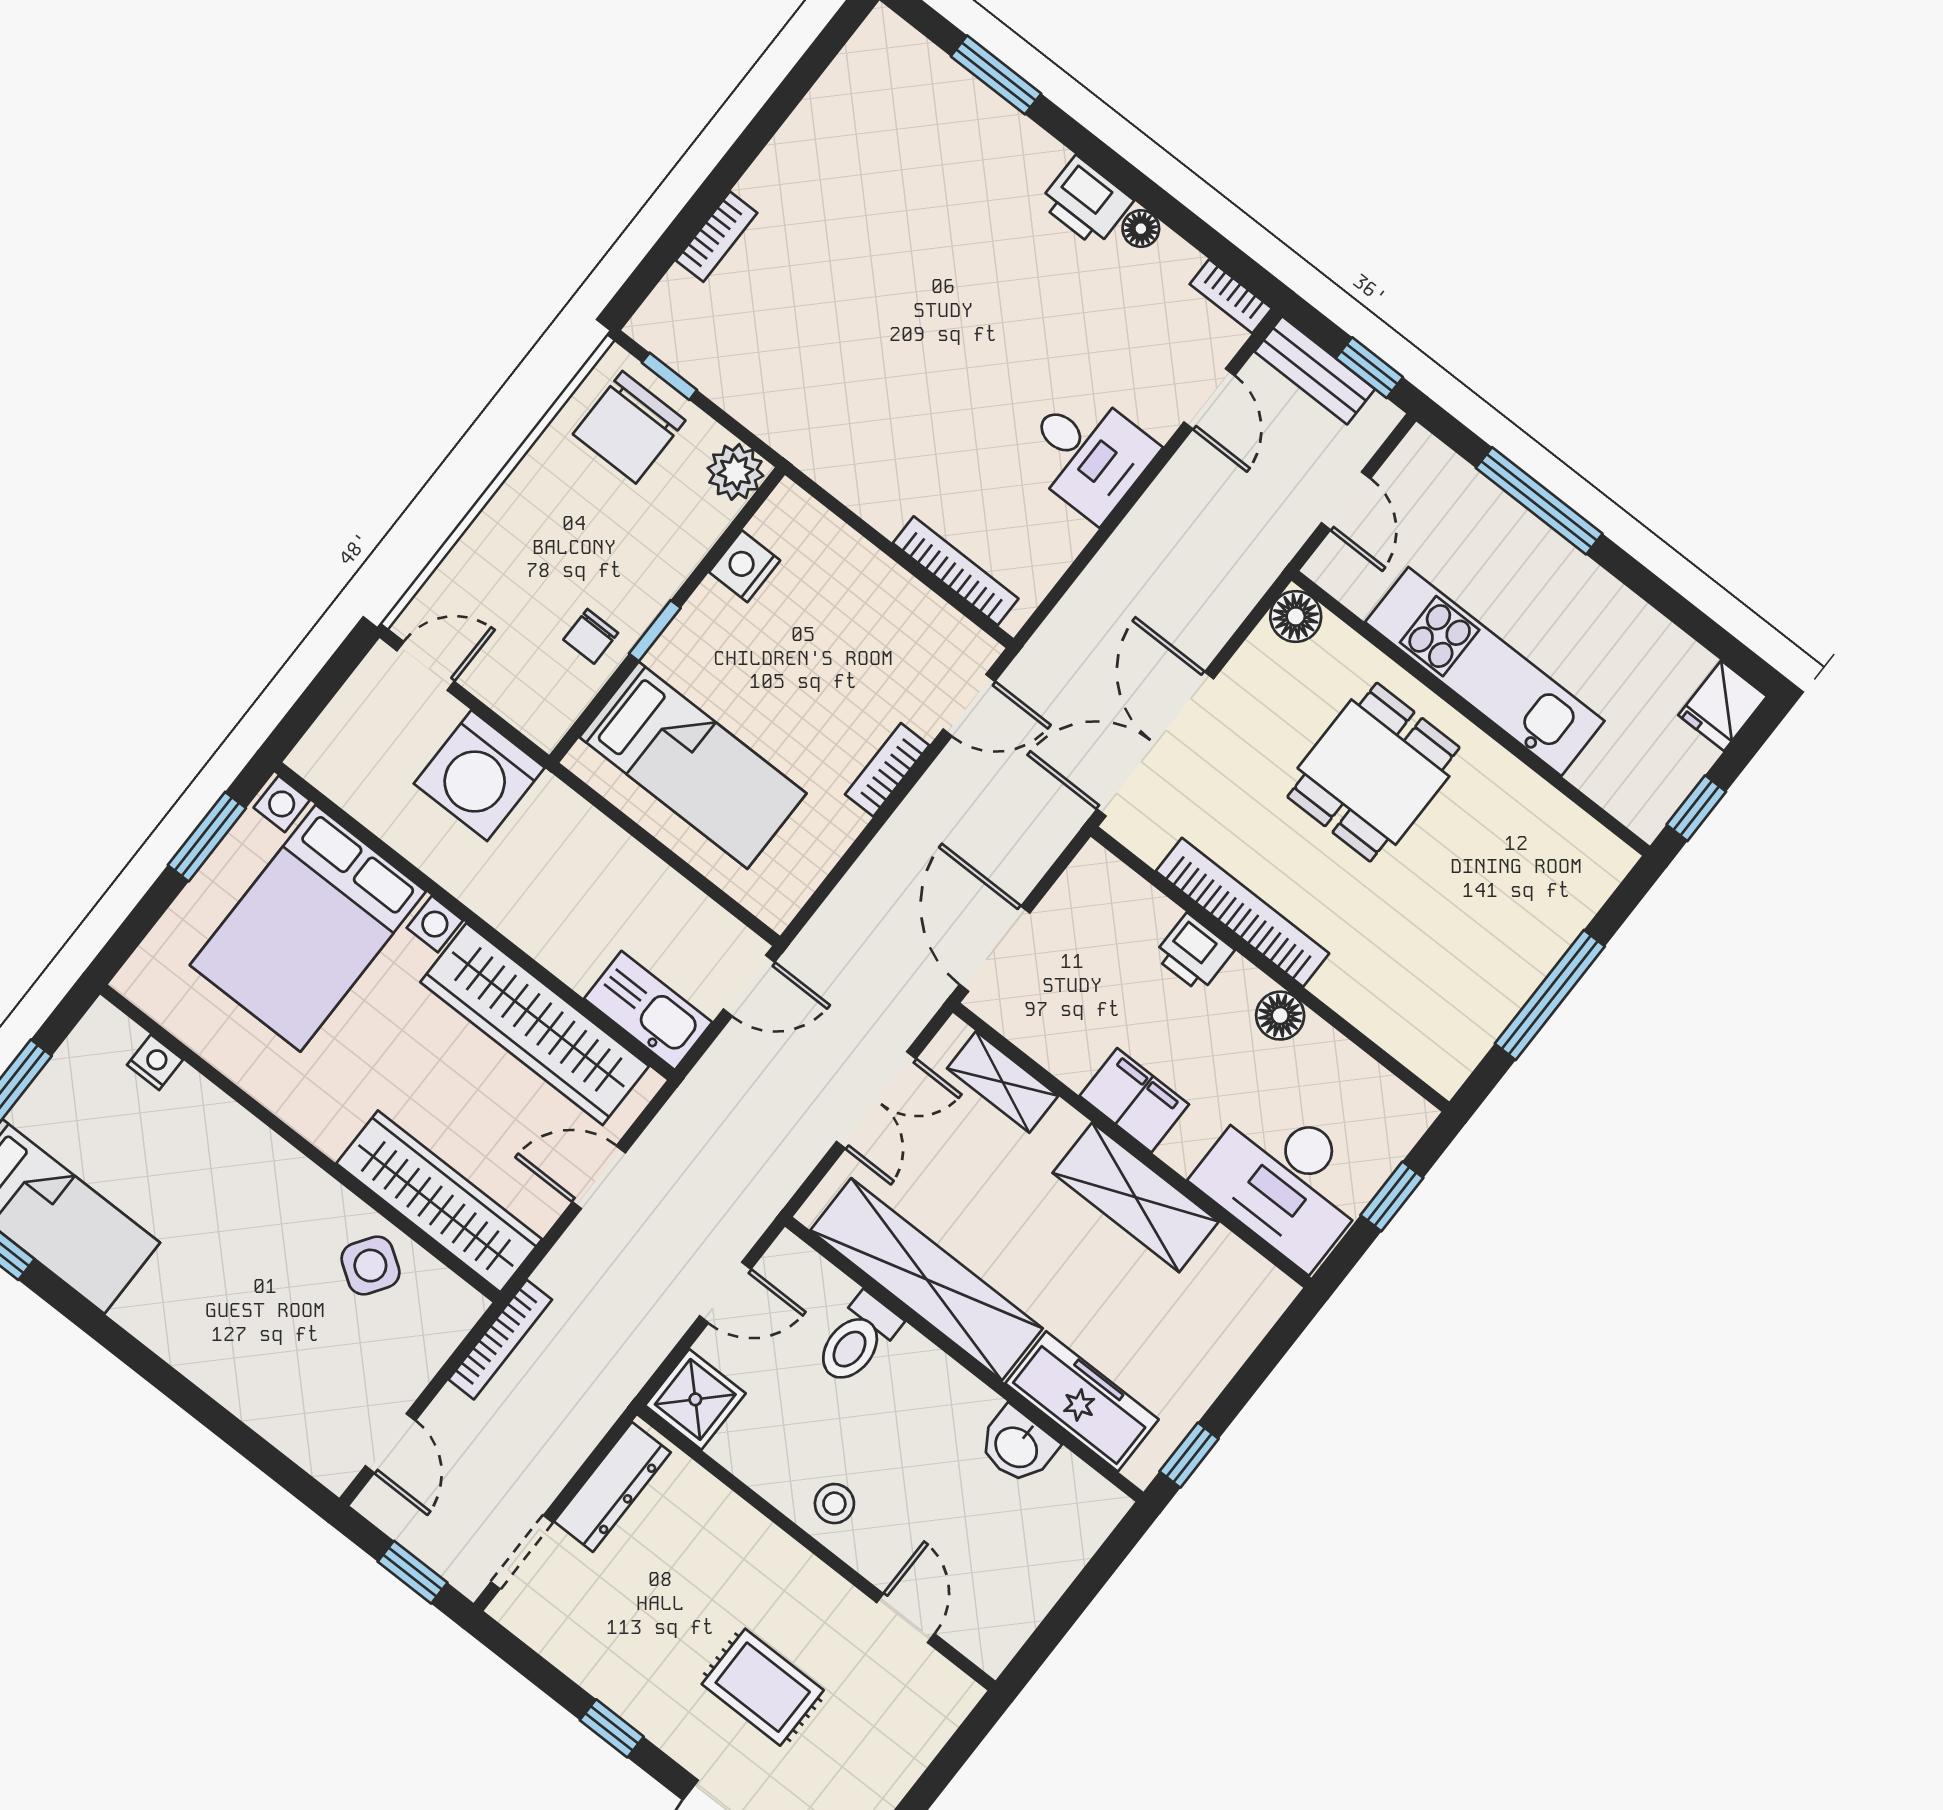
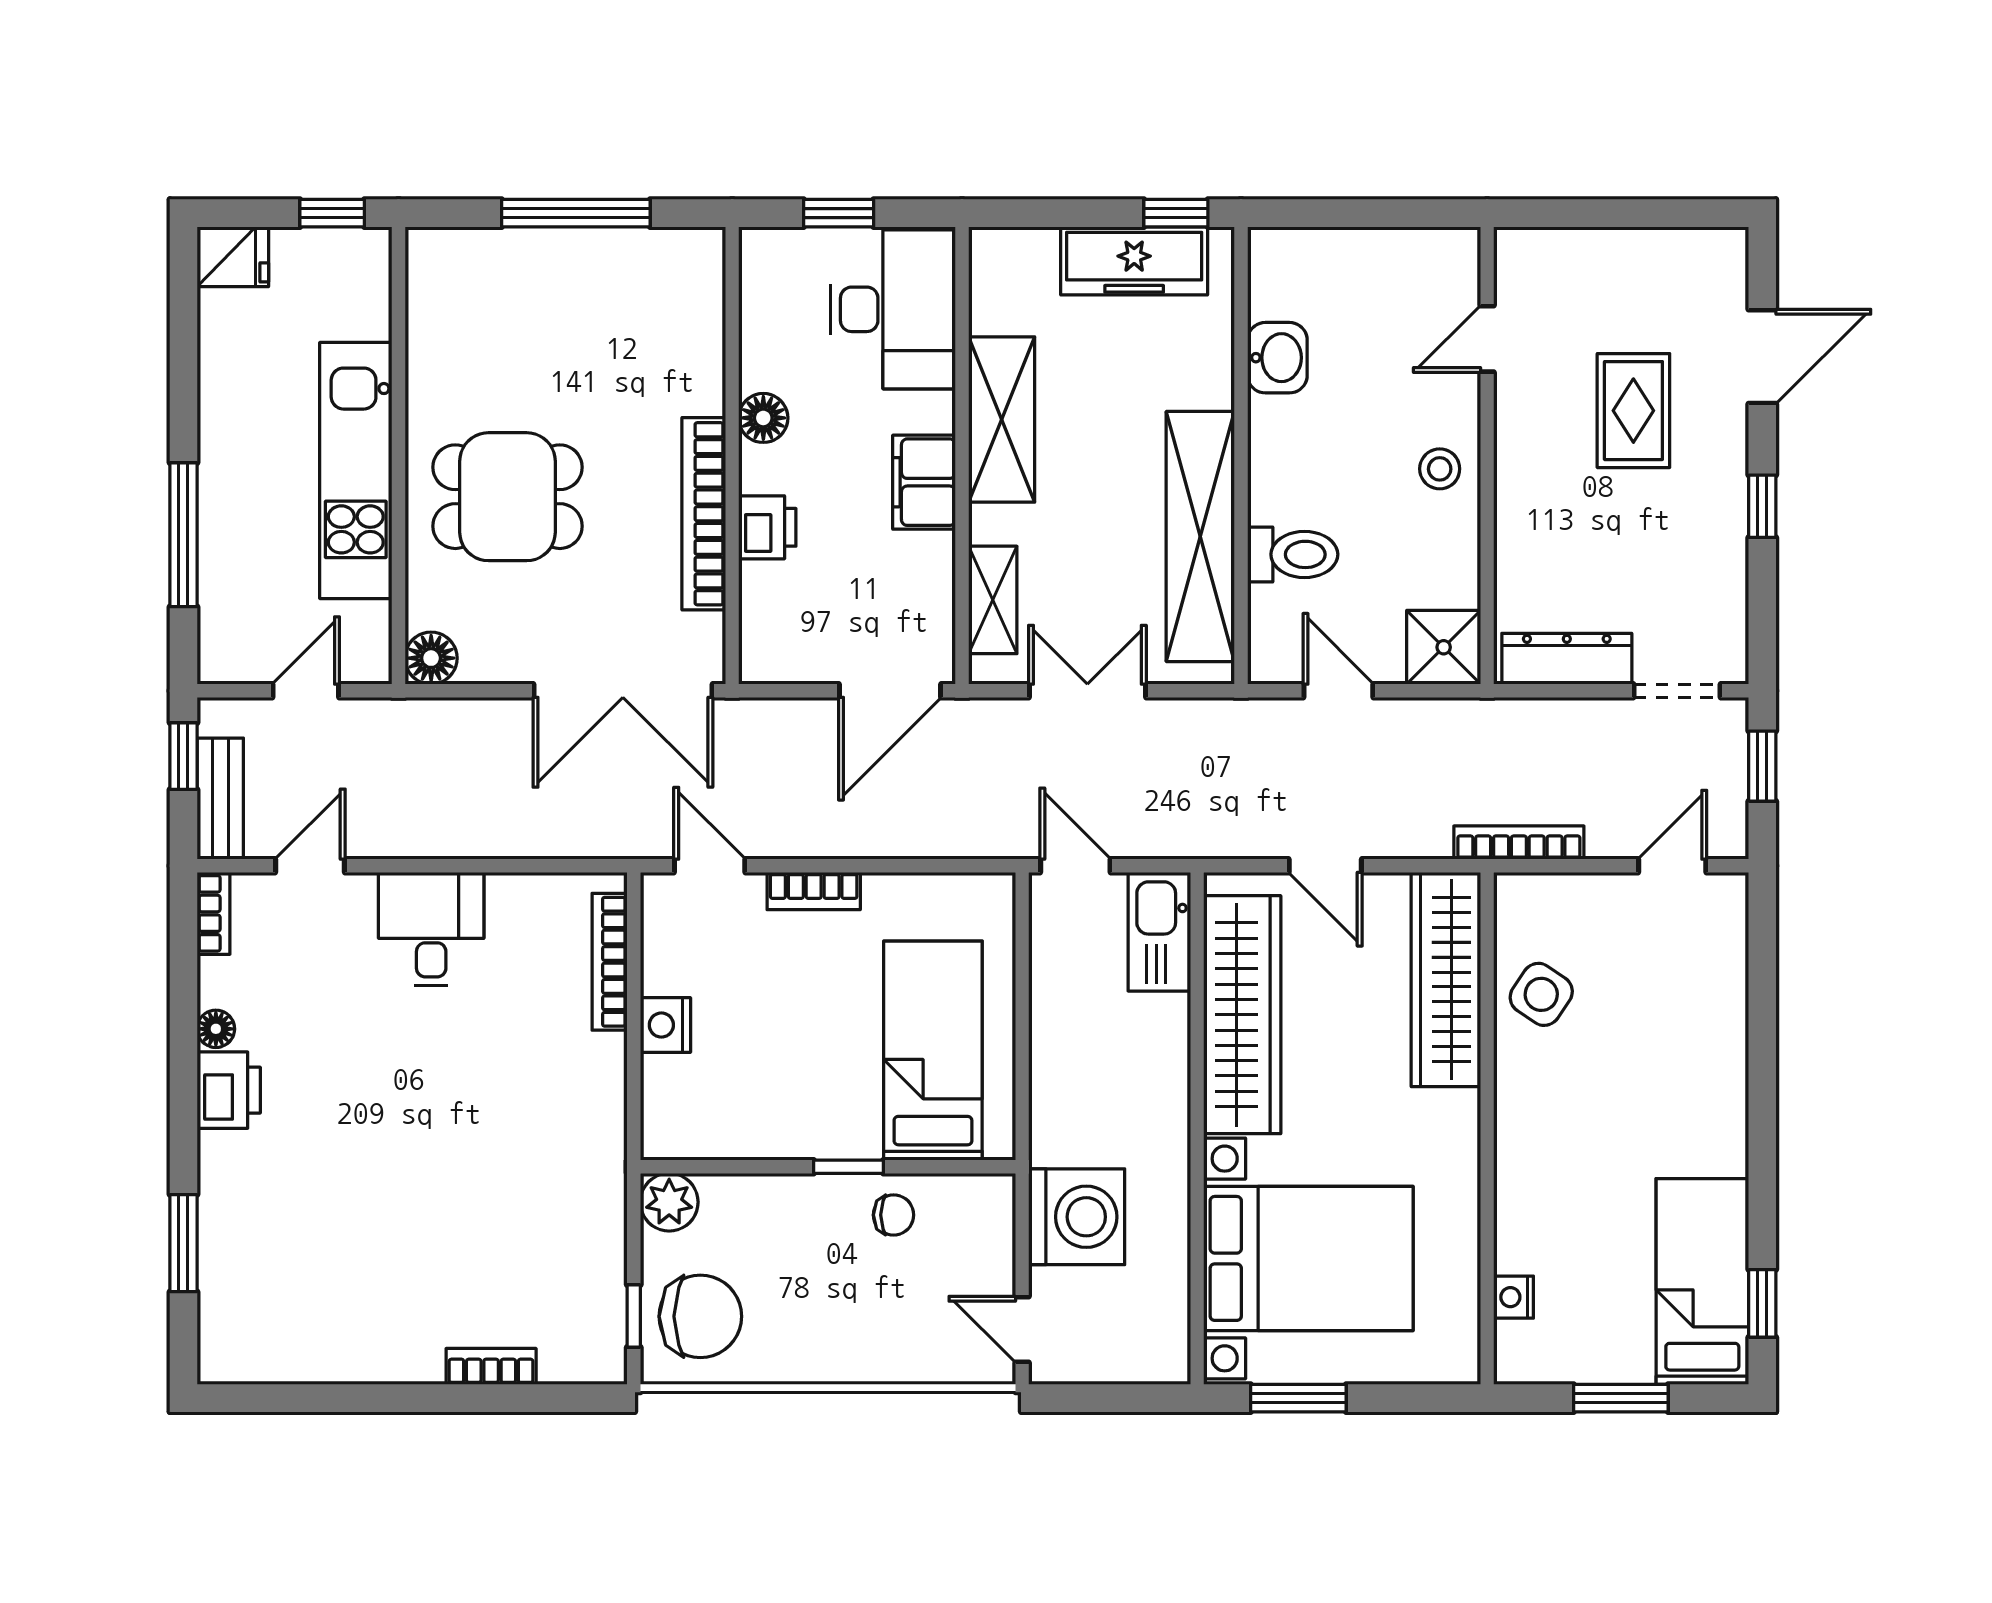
nightstand: (745, 566) -> (665, 1025), moved, turned 90
freezer: (1082, 1401) -> (1134, 261), moved, turned -90

